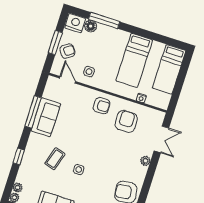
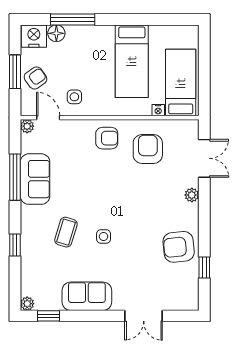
bed: (169, 69) -> (181, 83), moved, turned 180
plant: (18, 188) -> (27, 126), moved

